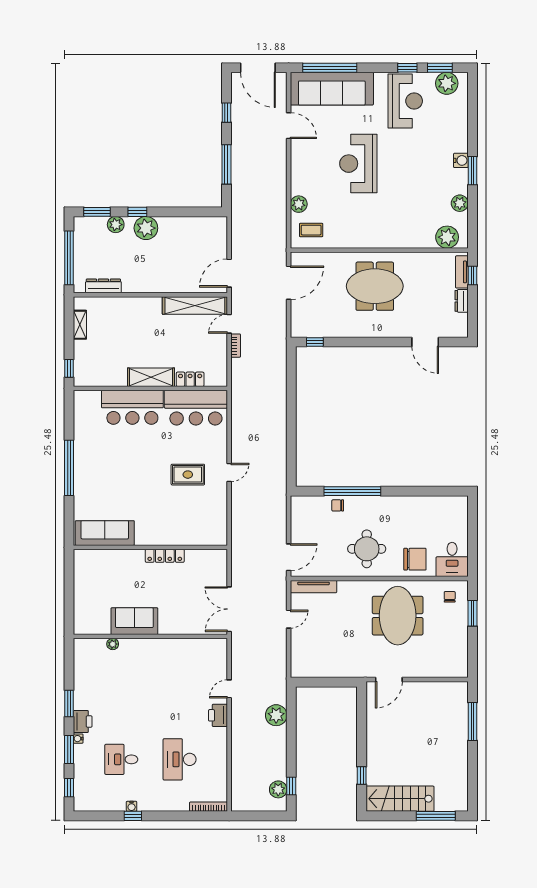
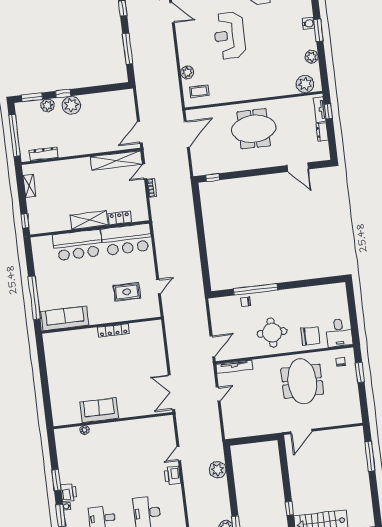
sofa: (105, 533) -> (65, 318), moved
wall: (150, 547) -> (101, 325), moved
locker: (165, 556) -> (113, 330), moved

